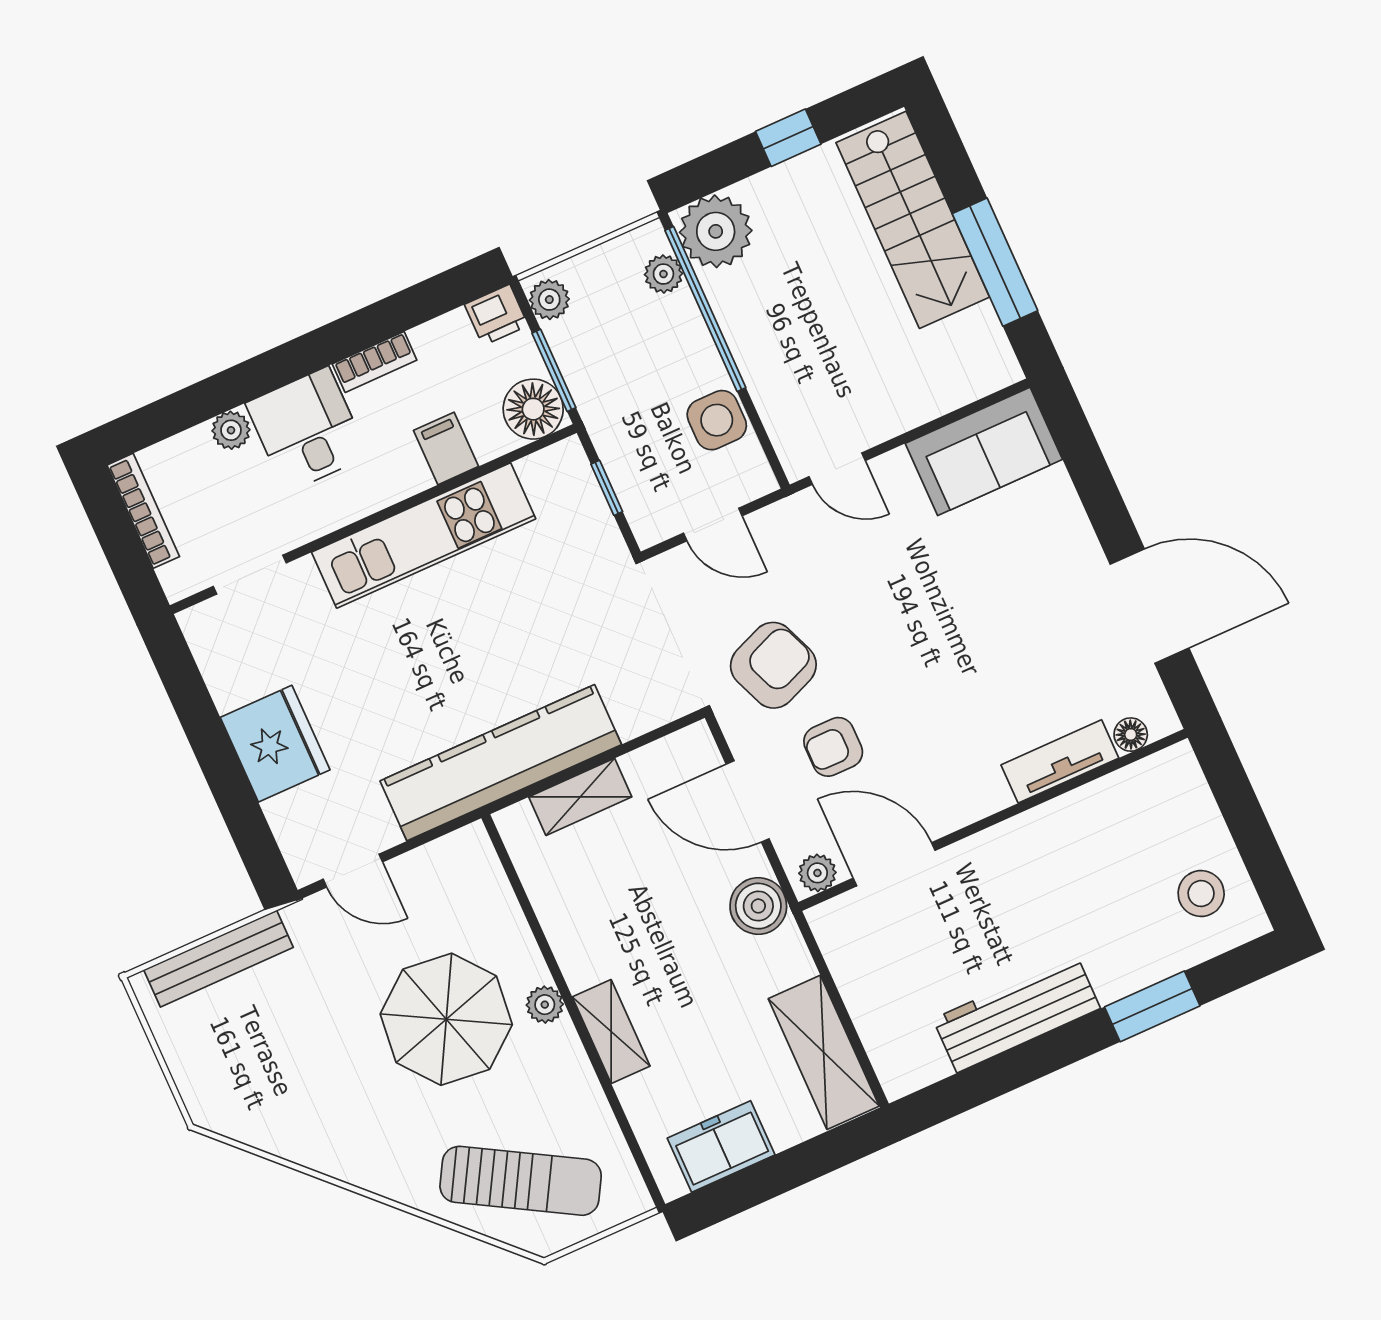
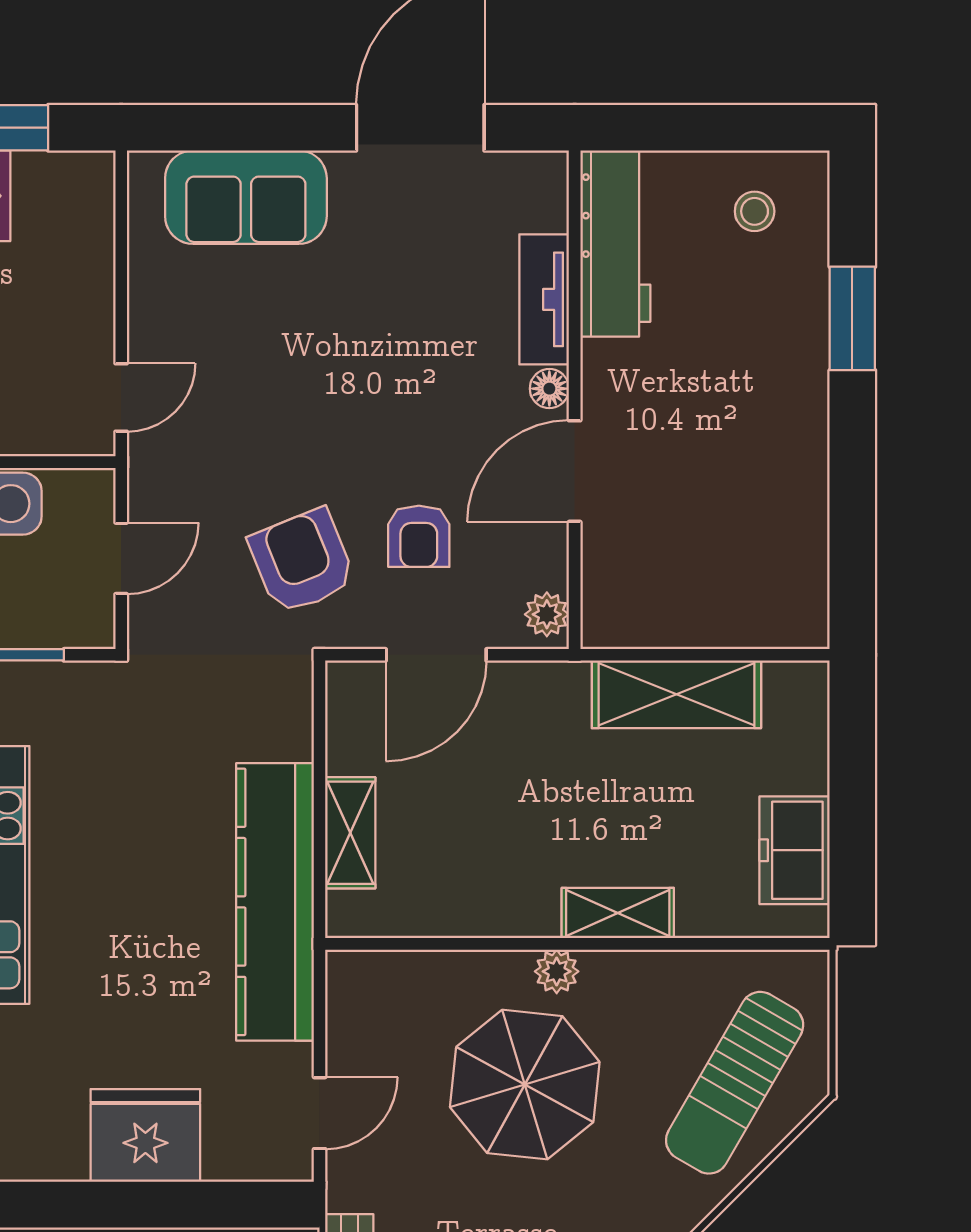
sofa: (984, 451) -> (246, 197), moved, turned 90
floor lamp: (1131, 735) -> (549, 389), moved
door: (894, 864) -> (575, 471), moved
stool: (1201, 893) -> (755, 211), width x0.73, depth x0.73
boiler: (758, 906) -> (554, 694), removed
workbench: (1017, 1014) -> (615, 244), moved, turned 180
shelving: (824, 1052) -> (676, 694), moved
sun lounger: (521, 1181) -> (735, 1083), turned 180

